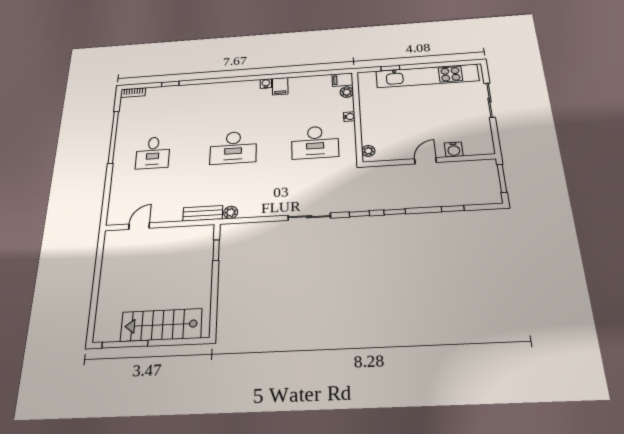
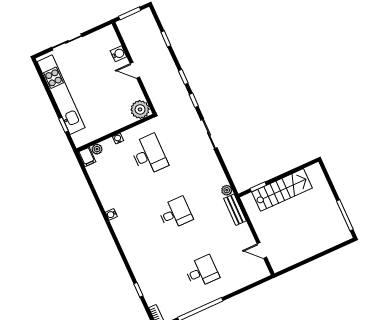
filing cabinet: (280, 86) -> (110, 202), removed
desk: (233, 148) -> (175, 213), width x0.73
plant: (368, 151) -> (140, 109), width x1.88, depth x1.88
stairs: (161, 325) -> (282, 190), moved, turned -90

